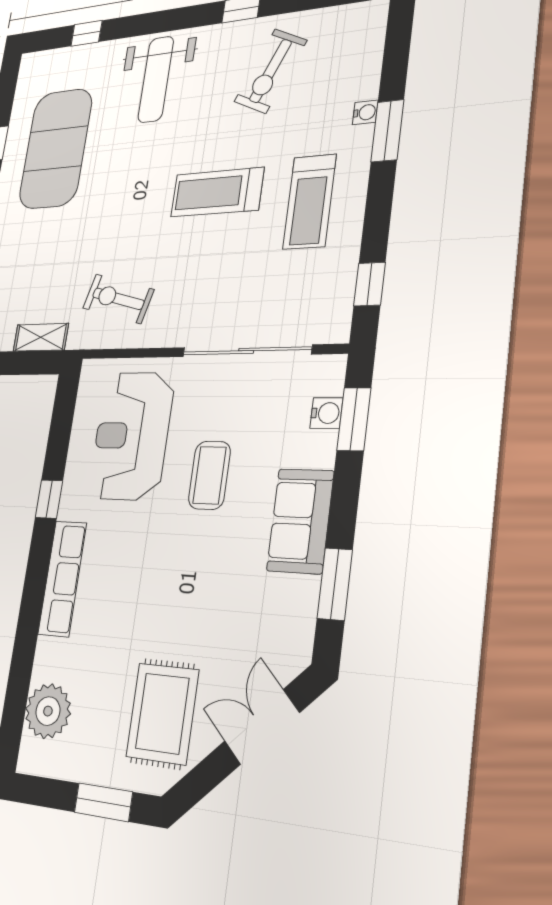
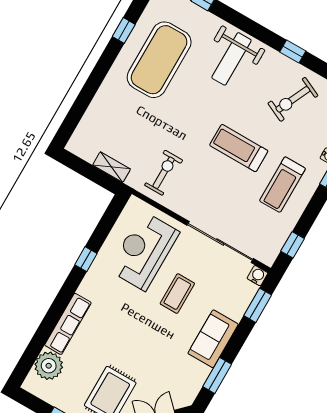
exercise bike: (118, 299) -> (164, 173), turned 75
water cooler: (326, 413) -> (257, 276), moved, turned -90
row of seats: (62, 579) -> (68, 324), moved

